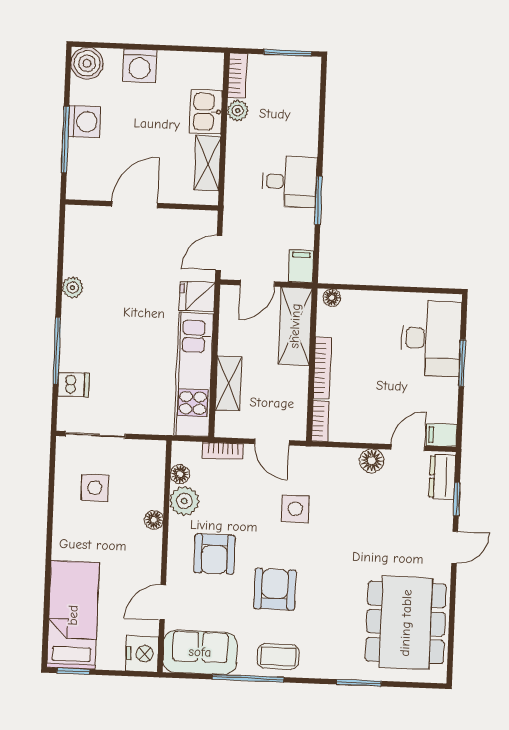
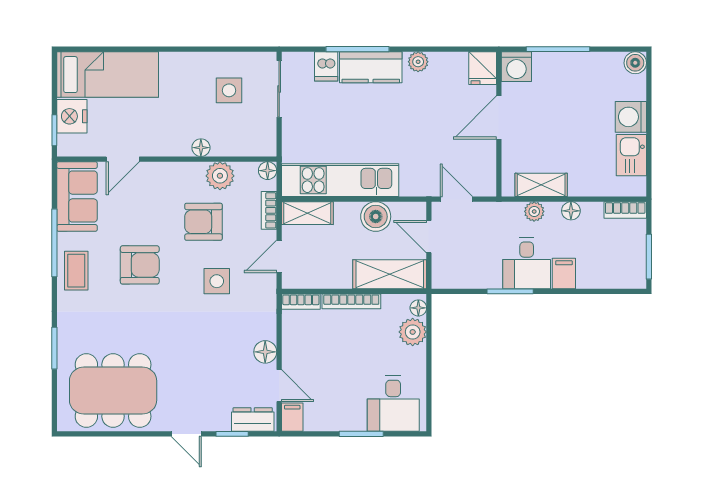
boiler: (87, 63) -> (635, 63), width x0.73, depth x0.73
plant: (238, 111) -> (534, 211), moved
kitchen sink: (206, 112) -> (631, 155), moved, turned -90
washing machine: (84, 122) -> (516, 67), moved
floor lamp: (236, 133) -> (571, 211), added
door: (135, 205) -> (499, 118), swing flipped
filing cabinet: (301, 266) -> (564, 274), moved, turned -90
fridge: (197, 296) -> (483, 68), moved, turned 180
plant: (357, 305) -> (413, 332), added
kitchen counter: (76, 338) -> (371, 67), added
desk: (431, 338) -> (393, 403), width x0.73
boiler: (234, 339) -> (376, 217), added
shelving: (228, 383) -> (307, 213), moved
floor lamp: (180, 474) -> (268, 171), moved
armchair: (214, 554) -> (203, 222), moved
door: (163, 603) -> (123, 159), swing flipped
nightstand: (142, 654) -> (72, 116), moved, turned 90
window: (73, 671) -> (54, 130), moved

